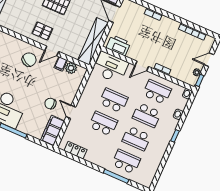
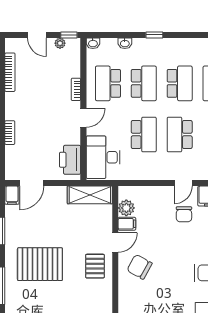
shelving: (93, 41) -> (90, 195), width x0.68
door: (52, 51) -> (115, 243), hinge flipped
door: (142, 66) -> (83, 118), hinge flipped
school desk: (114, 100) -> (144, 135), turned 180

